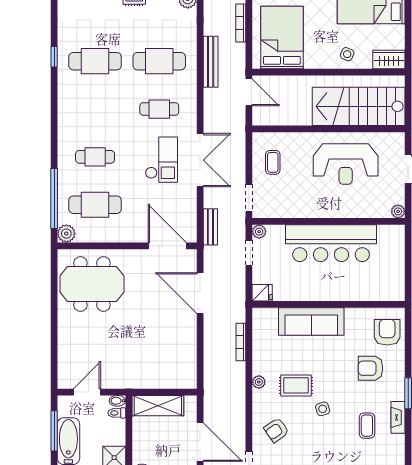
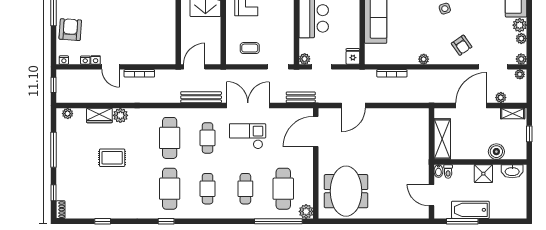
bed: (282, 38) -> (151, 41), removed
bench: (211, 62) -> (201, 97), moved
cafe table: (95, 109) -> (208, 189), added
door: (200, 293) -> (353, 105), width x0.73
rug: (296, 385) -> (426, 30), removed

